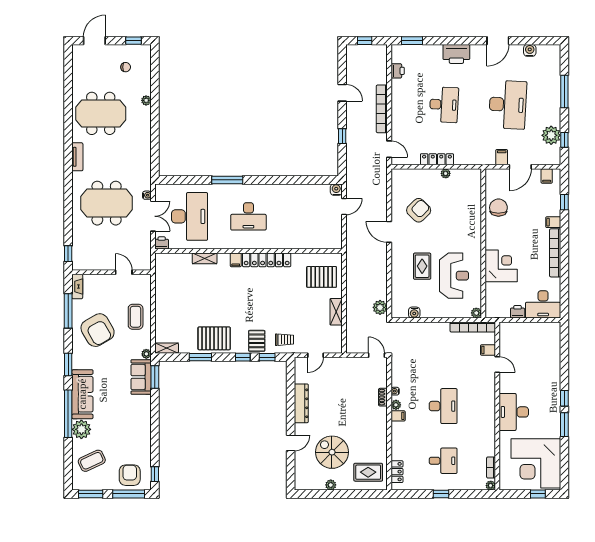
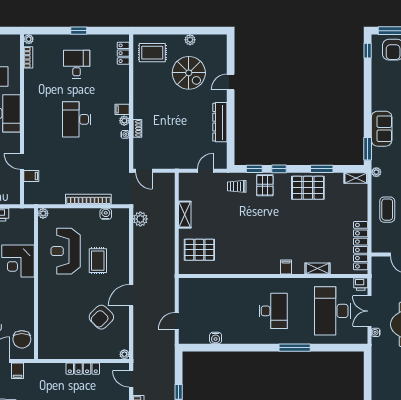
plant: (446, 173) -> (124, 354), moved
water cooler: (336, 190) -> (216, 338), moved
chair: (498, 208) -> (22, 339), moved
desk: (248, 216) -> (273, 311), turned 90
door: (389, 232) -> (131, 295), swing flipped
locker: (267, 260) -> (361, 246), moved, turned -90
bookcase: (473, 327) -> (88, 199), moved
sofa: (141, 377) -> (382, 129), moved
desk: (443, 461) -> (77, 64), turned 90

